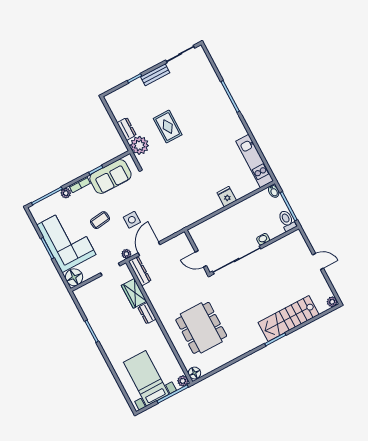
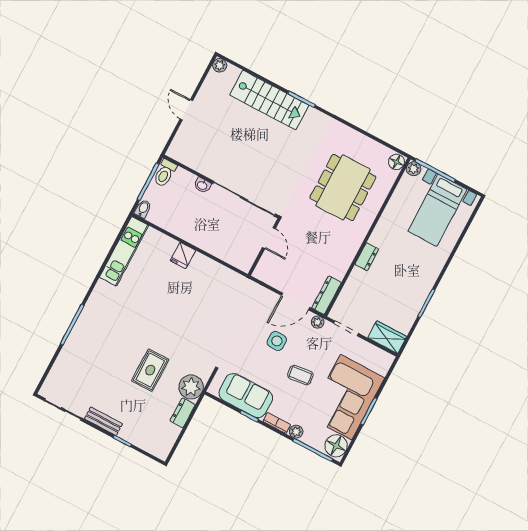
floor lamp: (74, 277) -> (336, 446), moved
wardrobe: (134, 293) -> (387, 337), moved, turned -90

